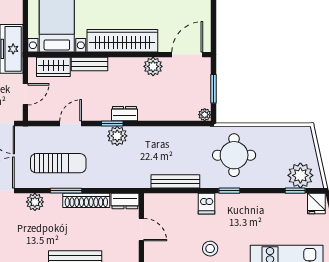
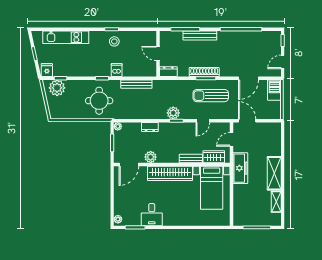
dresser: (124, 114) -> (150, 127), moved
shoe rack: (86, 200) -> (204, 72), moved
plant: (35, 202) -> (225, 71), removed

